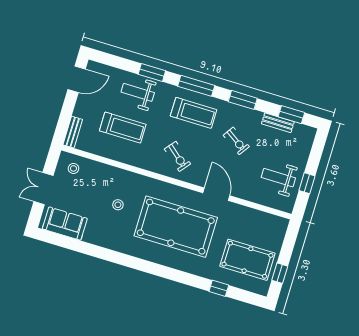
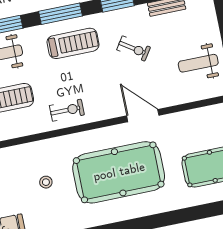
exercise bike: (177, 156) -> (67, 110), moved, turned -40
window: (219, 288) -> (199, 212), removed

